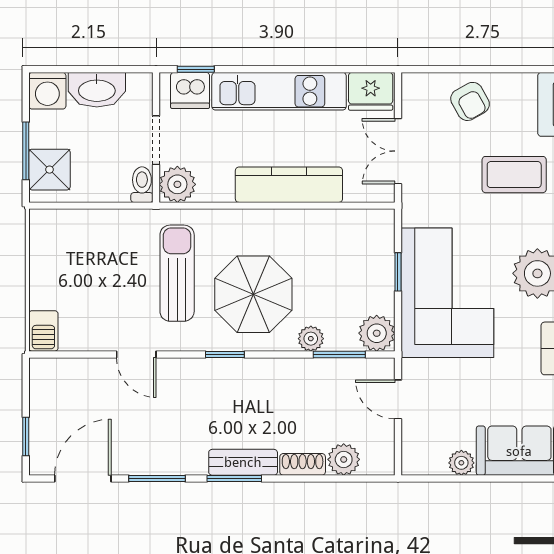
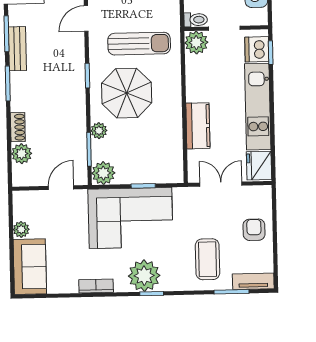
armchair: (470, 101) -> (254, 230), turned 119
kitchen counter: (289, 185) -> (198, 126), width x0.67
bench: (243, 462) -> (17, 49), moved

